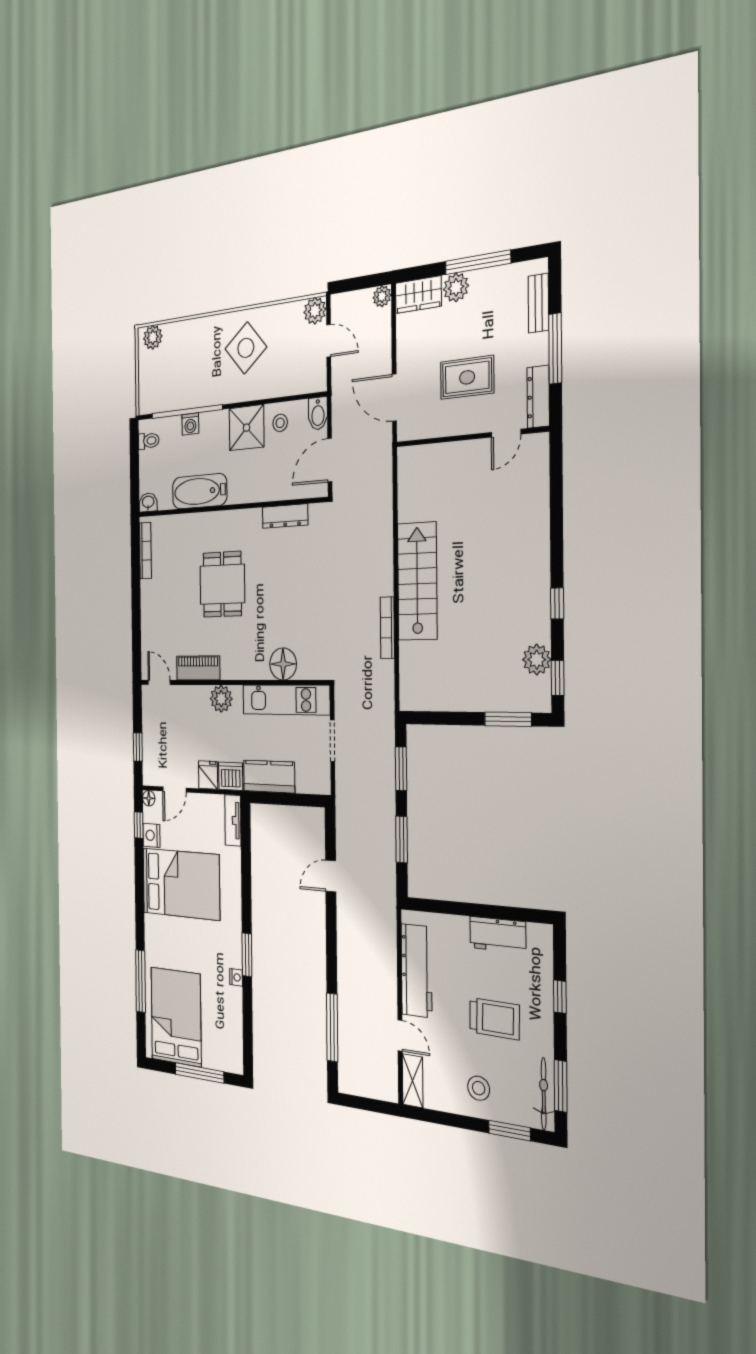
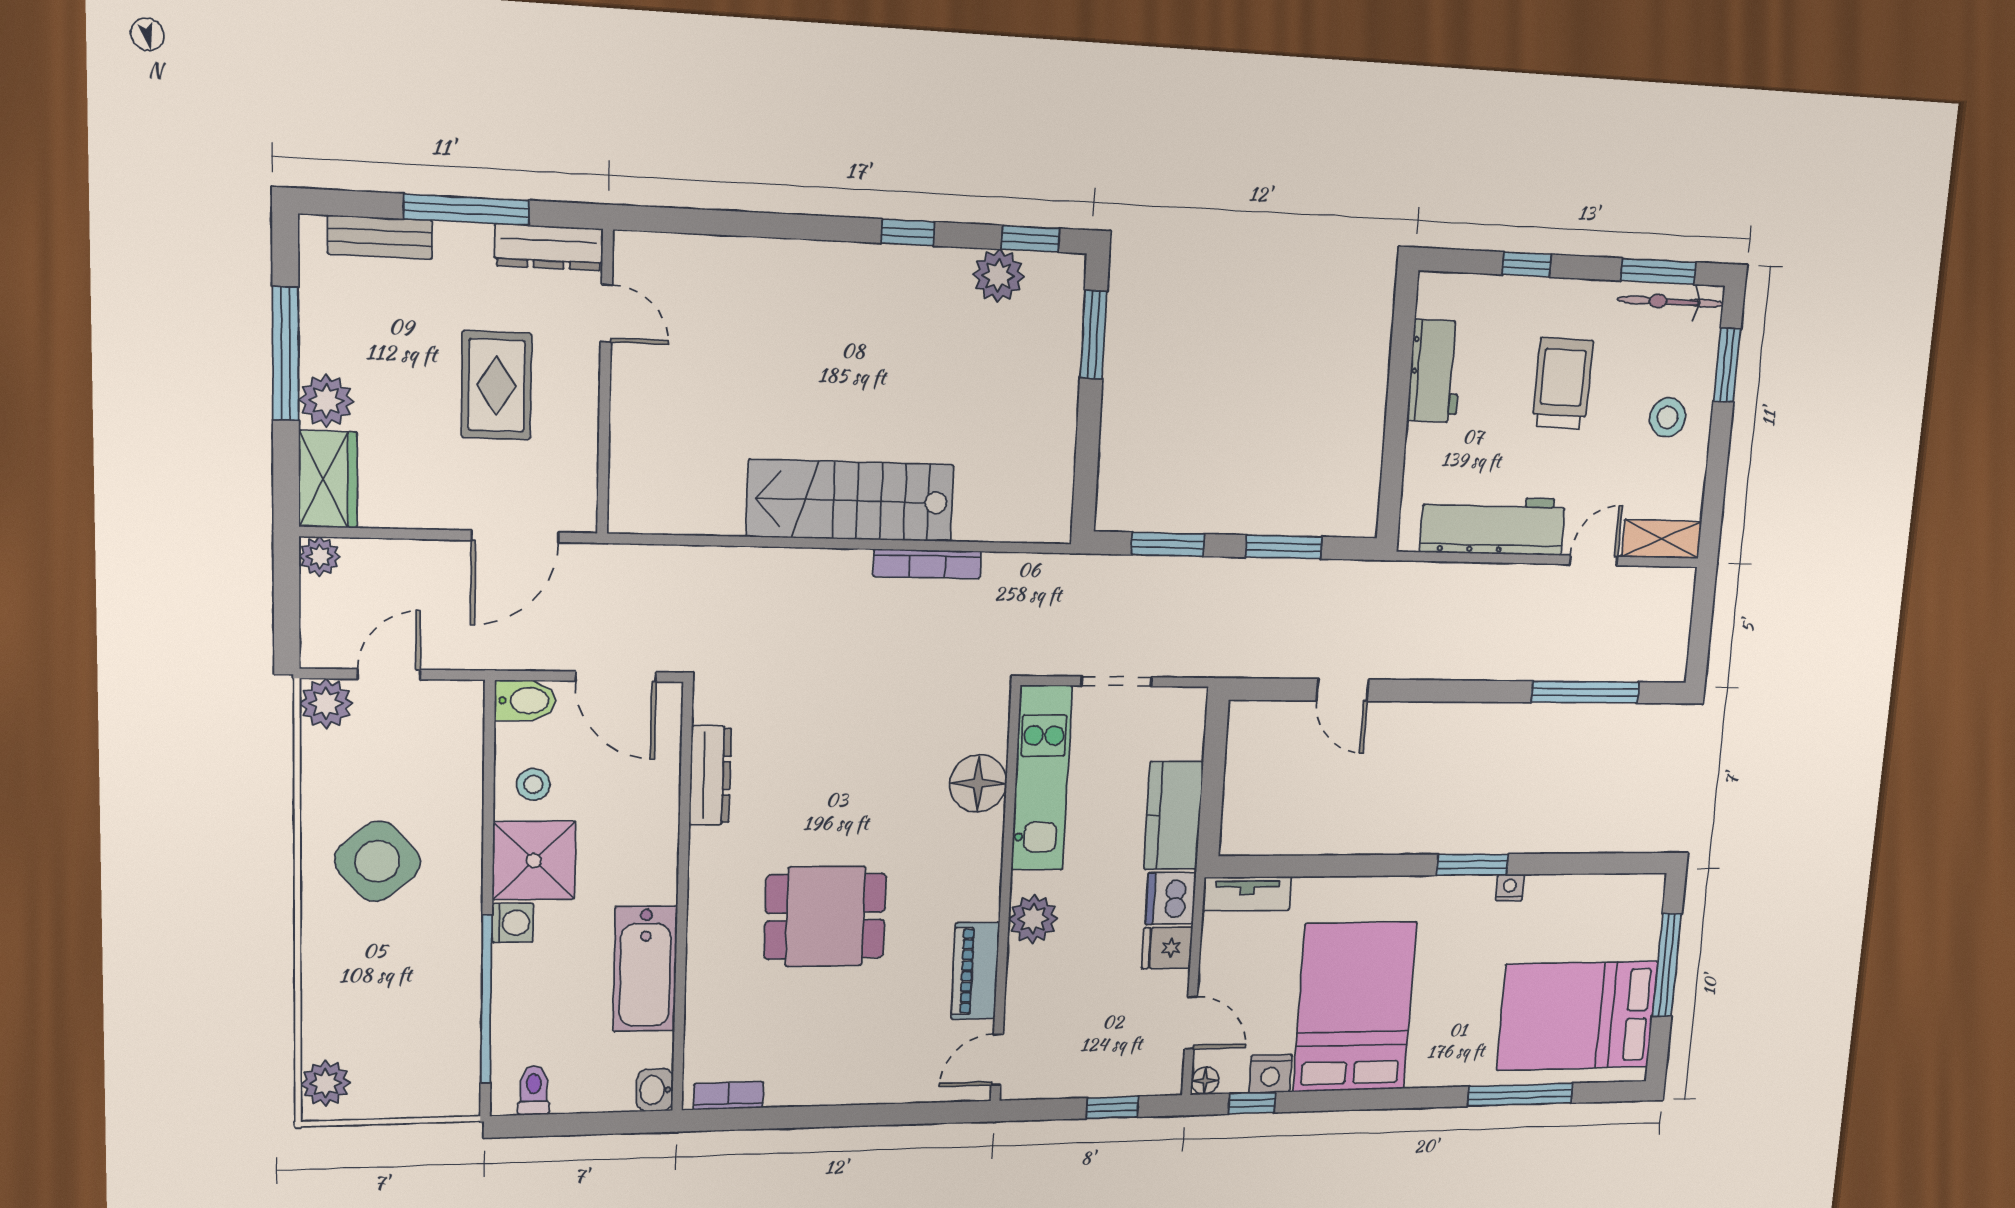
washing machine: (190, 424) -> (513, 923), moved
bookcase: (145, 551) -> (728, 1096), width x0.64

